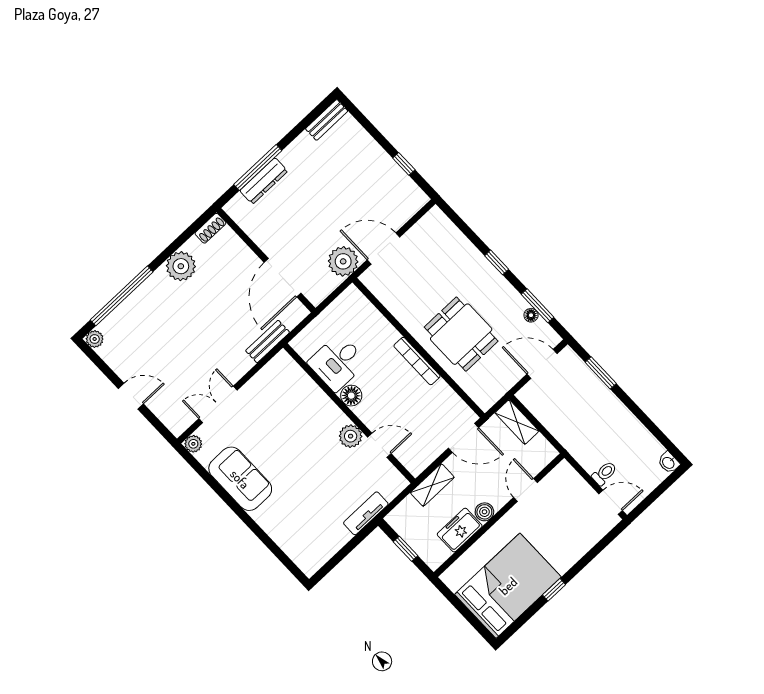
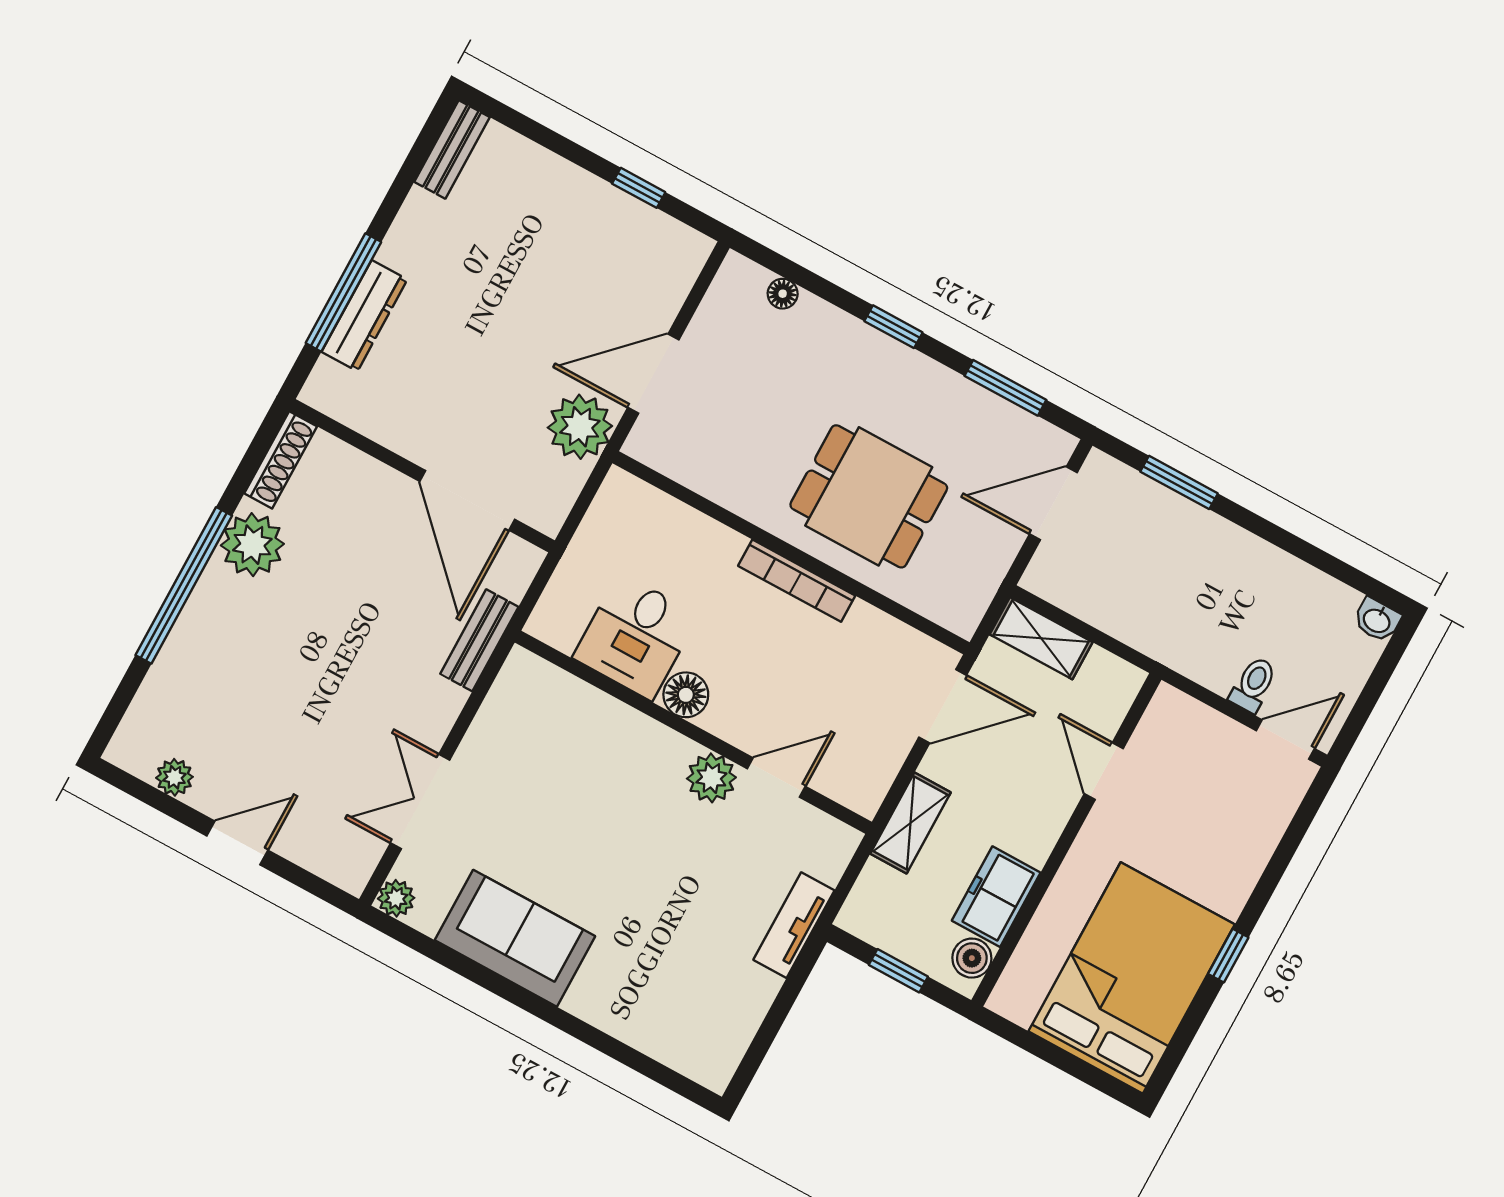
shoe rack: (210, 228) -> (281, 460), width x1.43
window: (122, 296) -> (184, 585), moved
floor lamp: (531, 315) -> (783, 294), moved
plant: (95, 339) -> (174, 777), moved
boiler: (484, 512) -> (972, 958), moved

